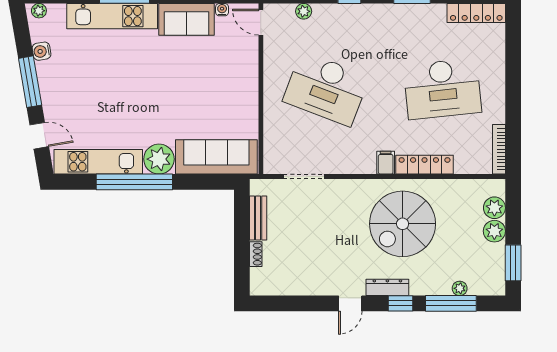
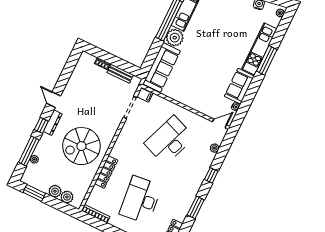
filing cabinet: (386, 163) -> (145, 95), moved
spiral stairs: (403, 224) -> (81, 146), turned -90

